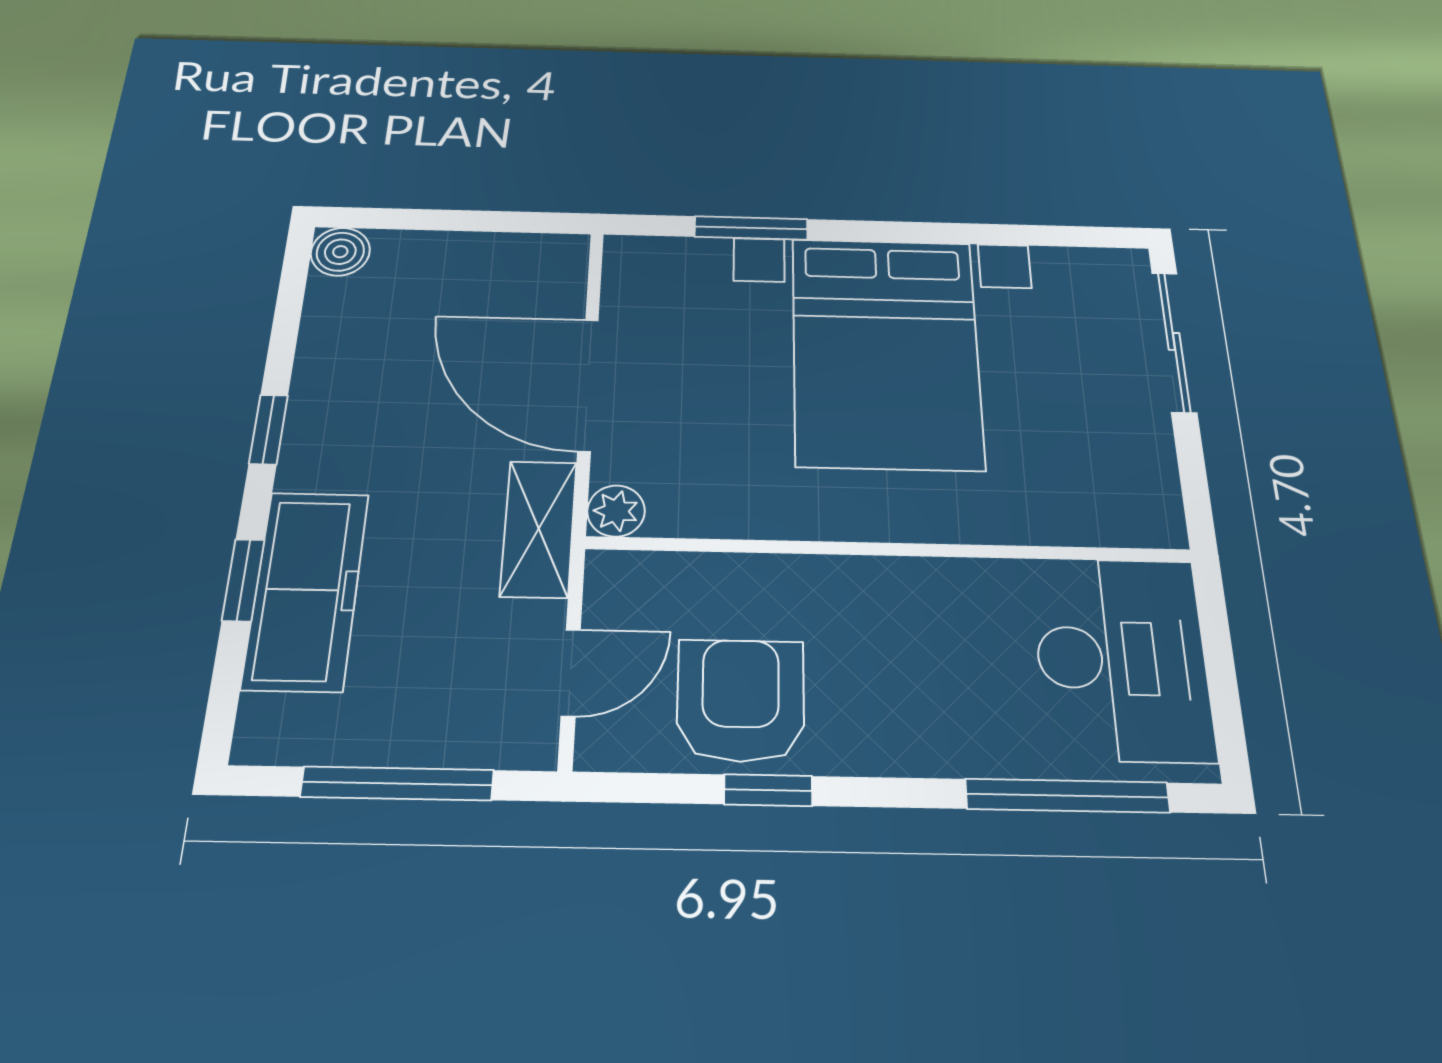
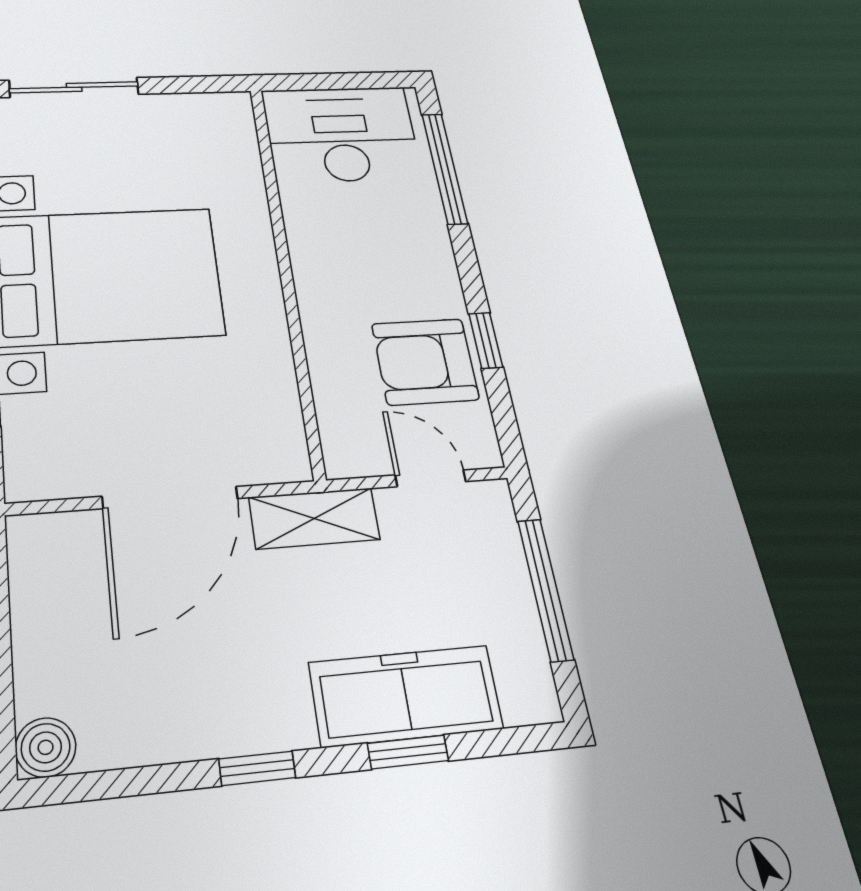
plant: (616, 511) -> (288, 462), removed

